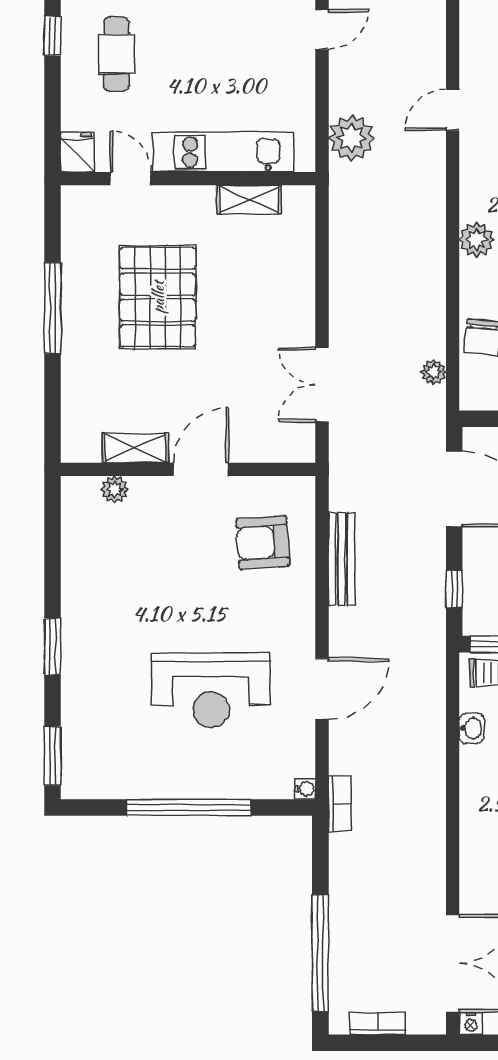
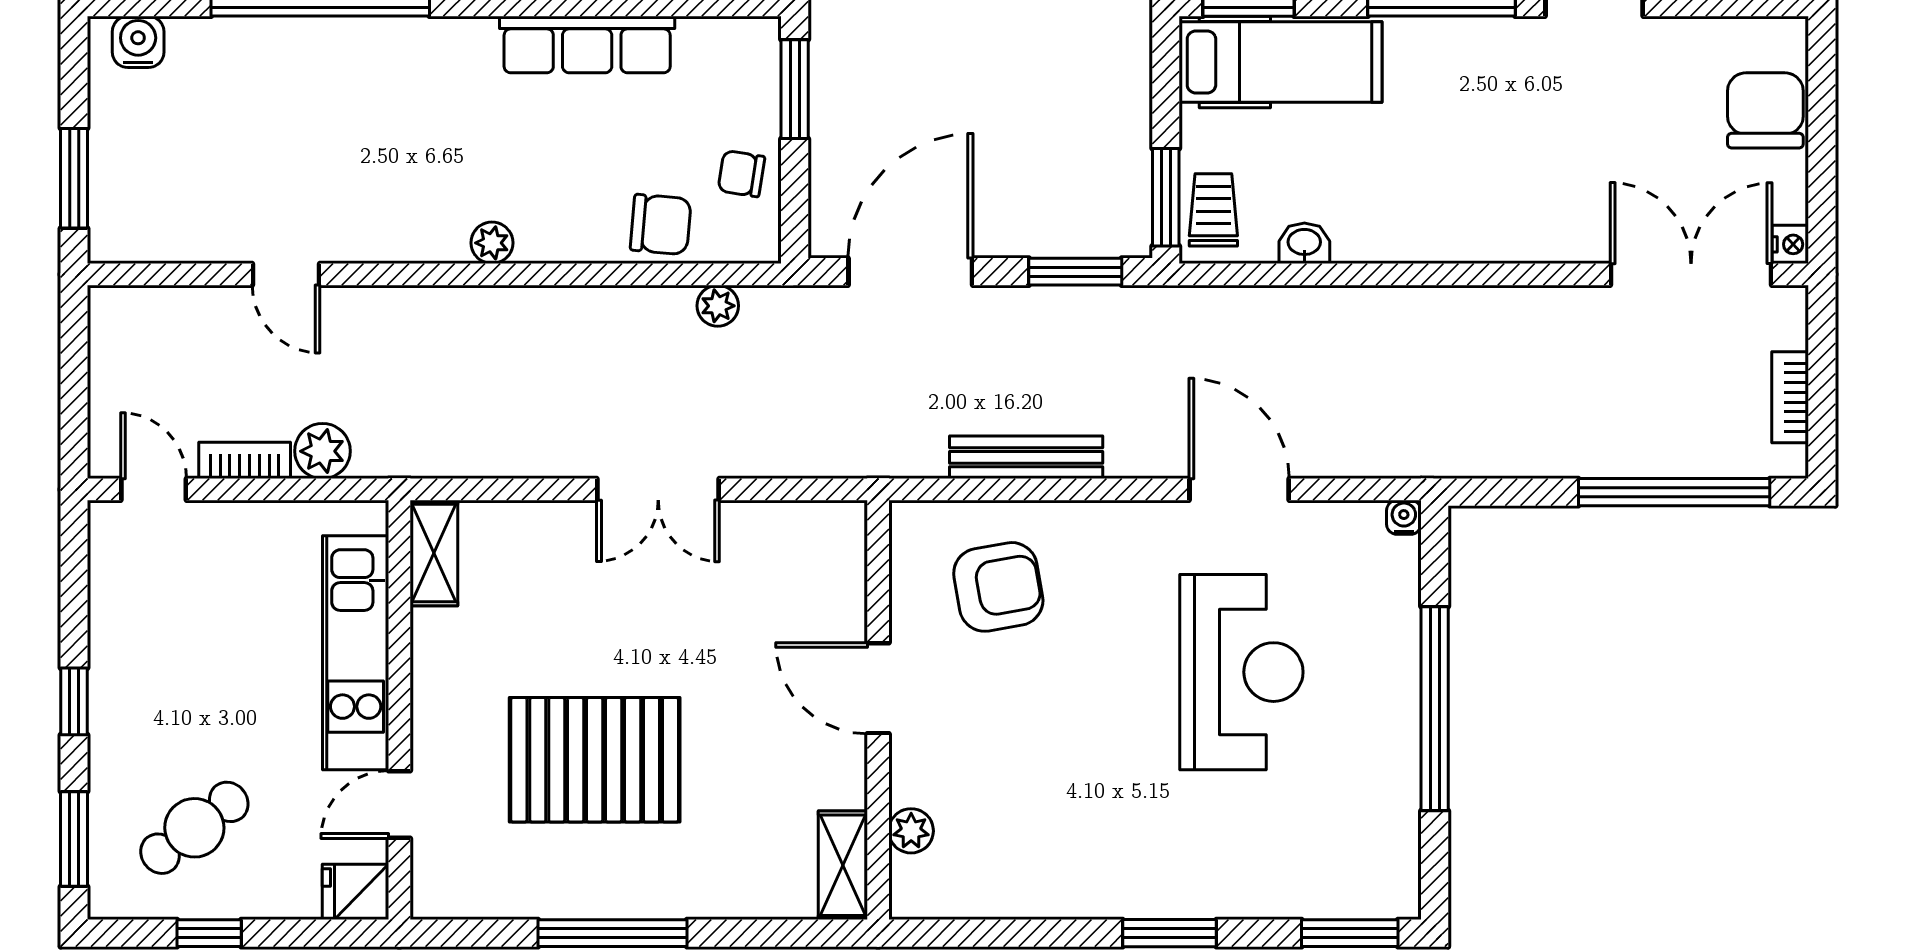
window: (52, 36) -> (209, 933), moved
cafe table: (116, 54) -> (194, 828), turned -37
plant: (351, 138) -> (322, 451), width x0.73, depth x0.73
shelving: (249, 200) -> (434, 553), moved
plant: (477, 240) -> (492, 243), width x0.73, depth x0.73
double door: (322, 385) -> (658, 489), moved
shelving: (135, 448) -> (843, 865), moved
armchair: (263, 542) -> (998, 587), turned -96
window: (454, 589) -> (1075, 272), width x1.50
bookcase: (340, 804) -> (245, 460), moved

